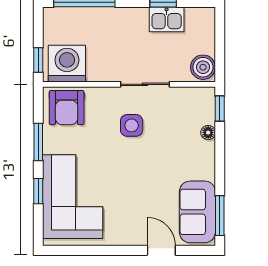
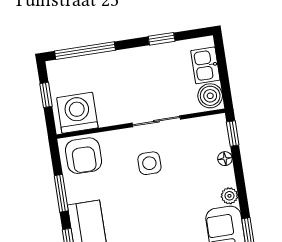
kitchen sink: (167, 19) -> (205, 65), moved, turned 90
window: (38, 60) -> (46, 95), moved
plant: (207, 171) -> (229, 196), added

